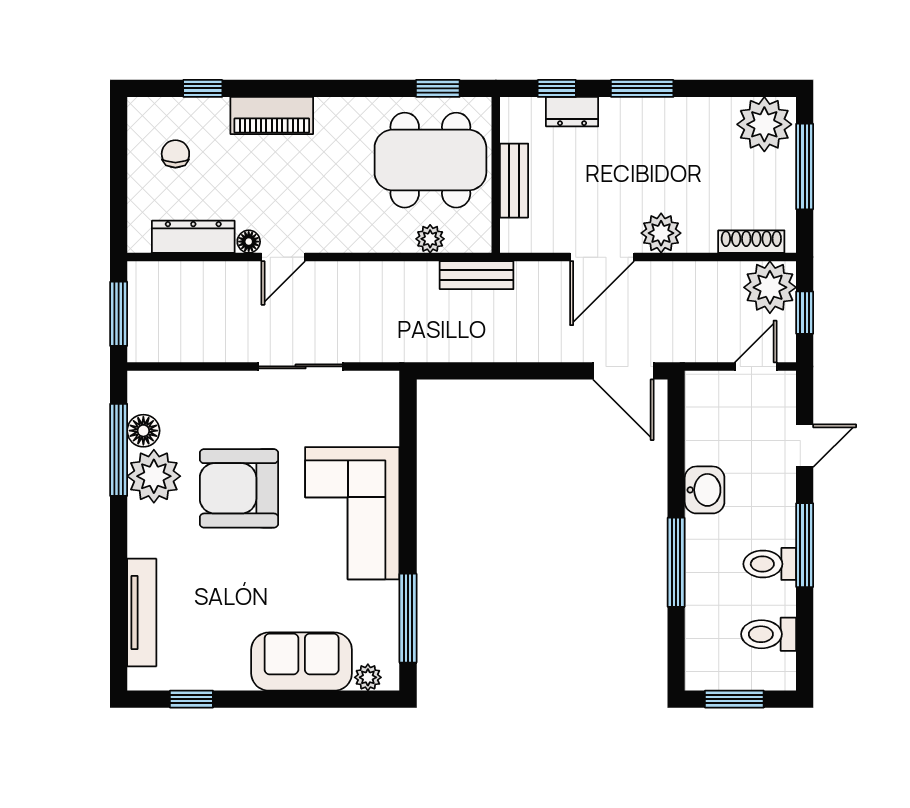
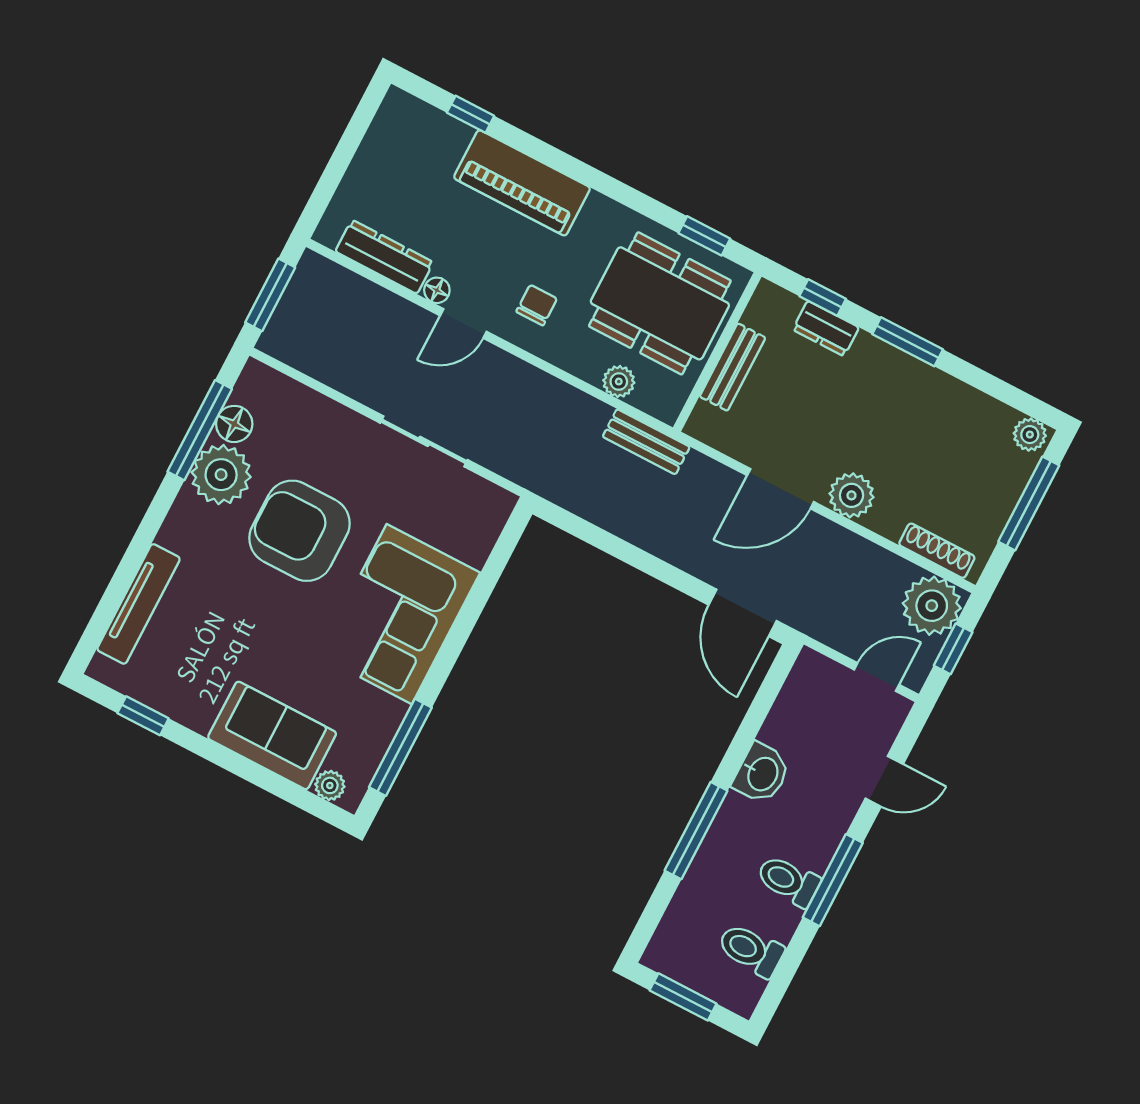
piano: (272, 115) -> (522, 183), width x1.37, depth x1.33
plant: (764, 124) -> (1030, 435), width x0.53, depth x0.53
chair: (175, 154) -> (537, 305), moved

